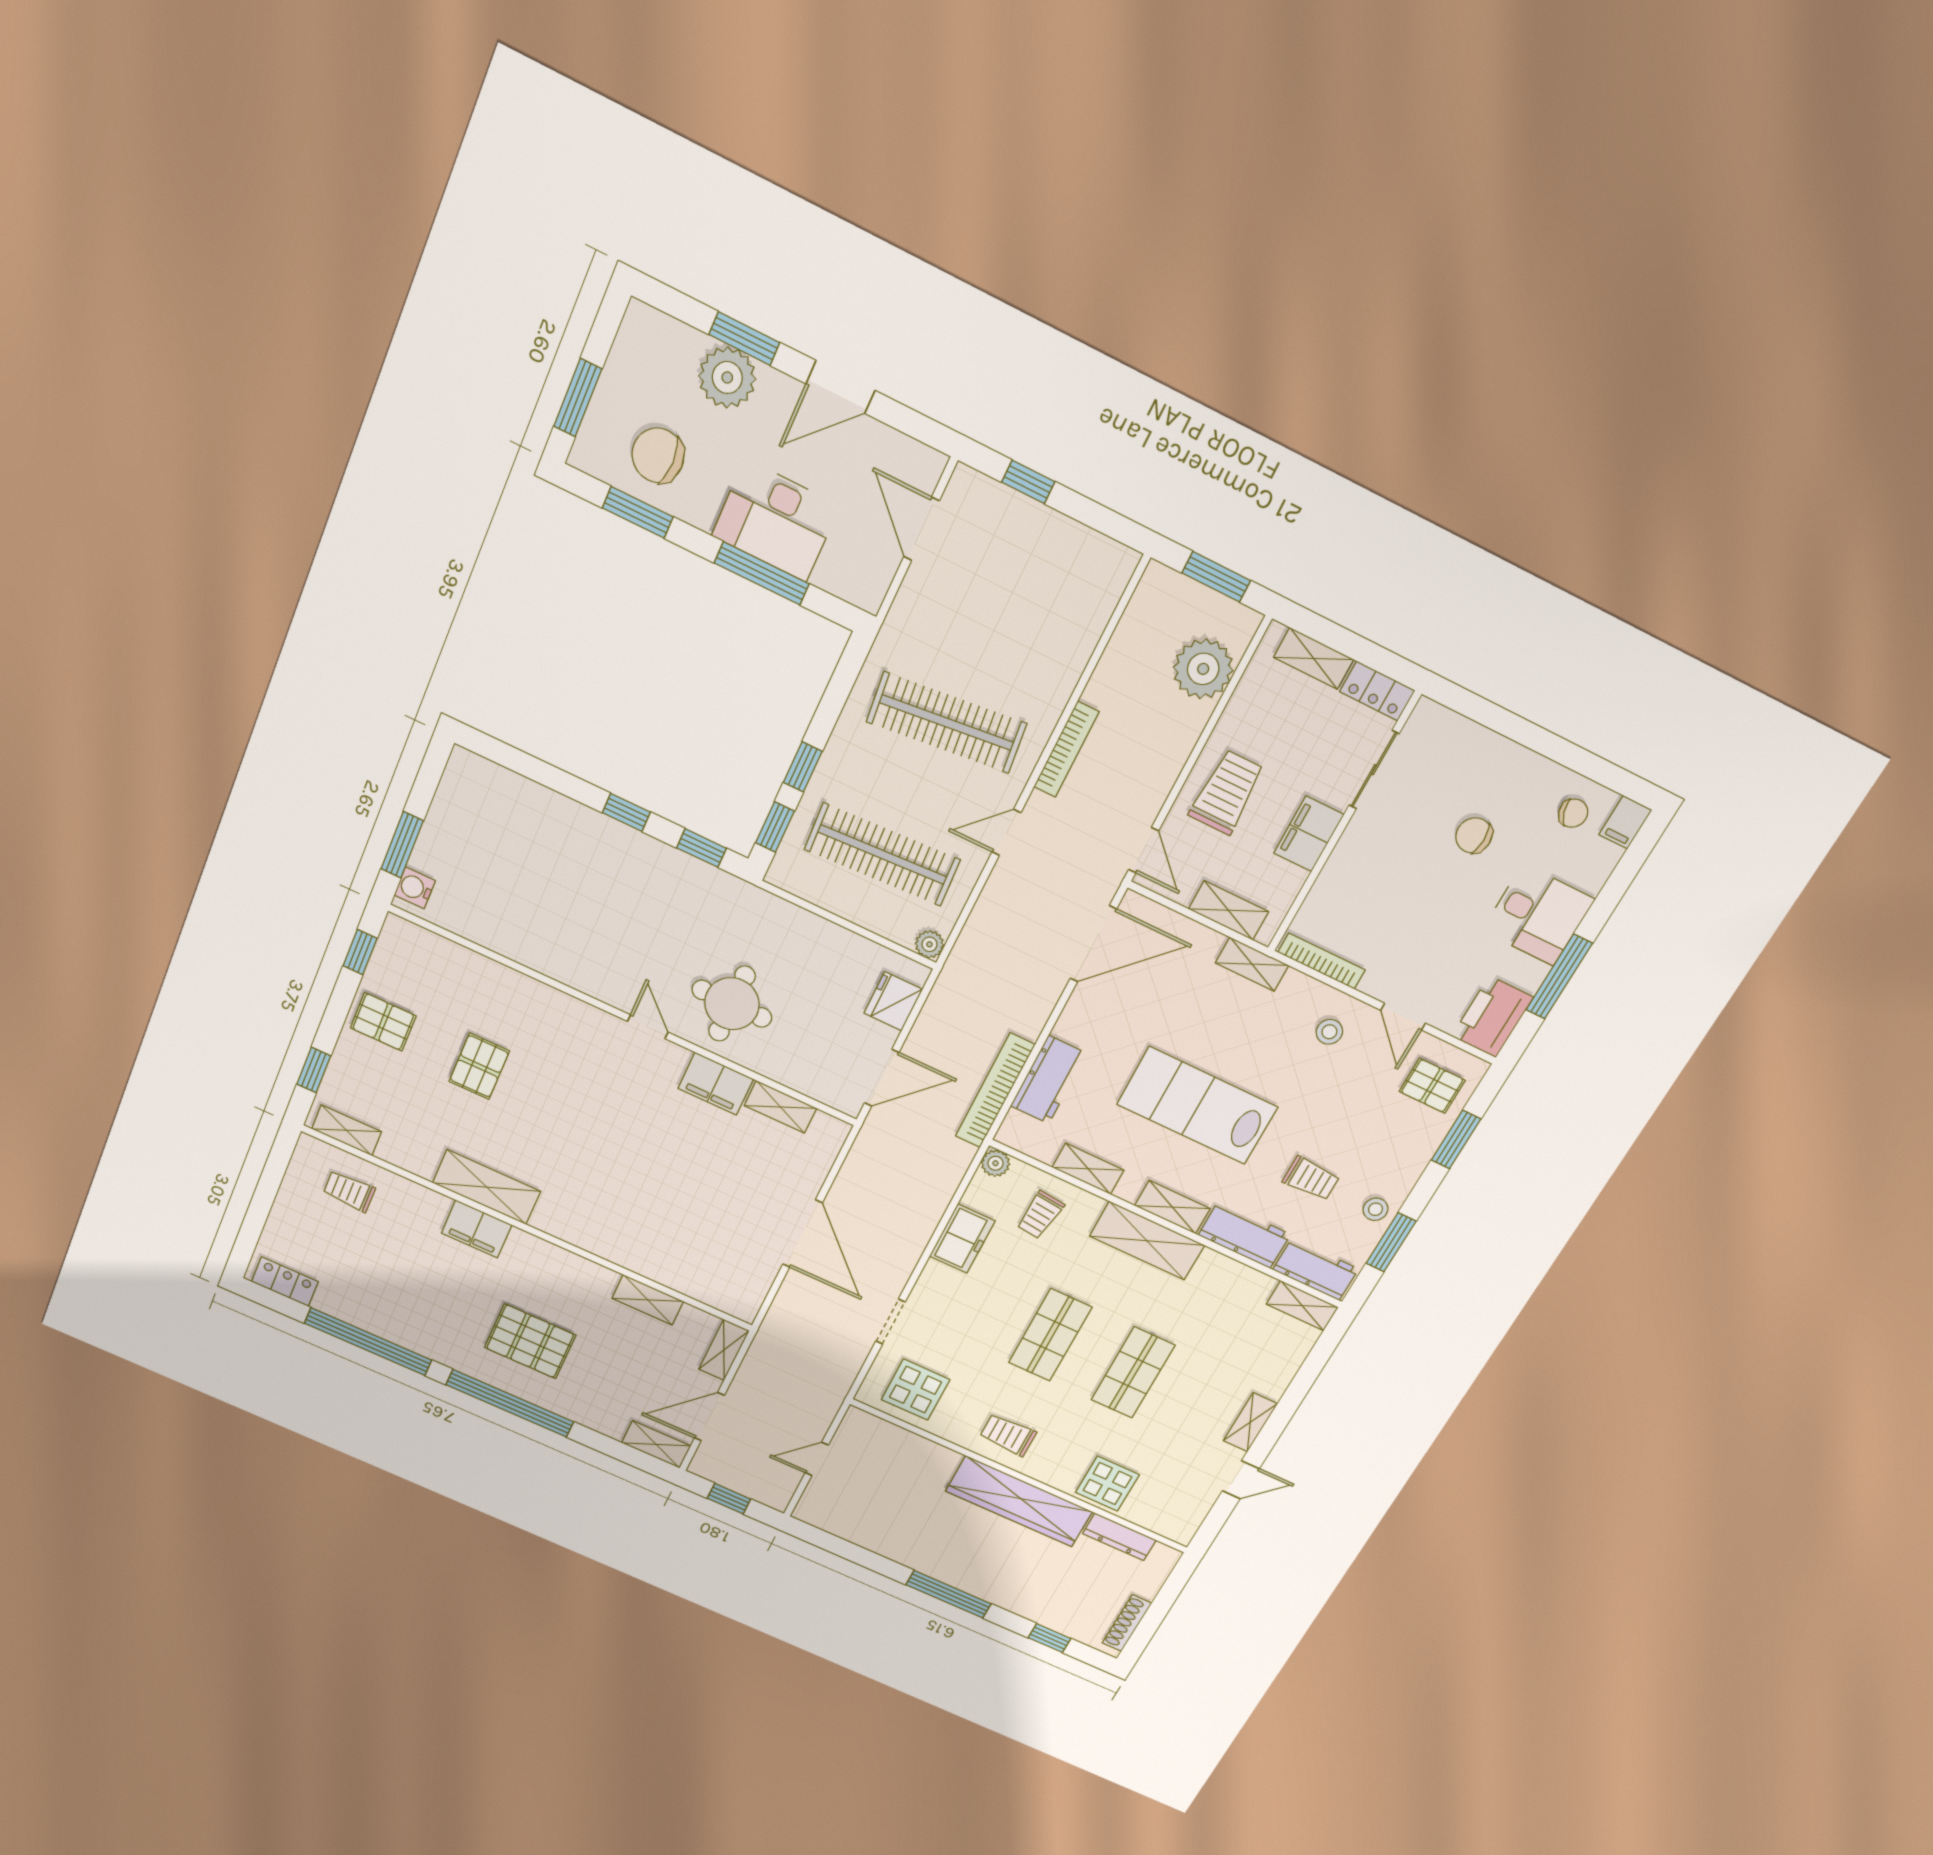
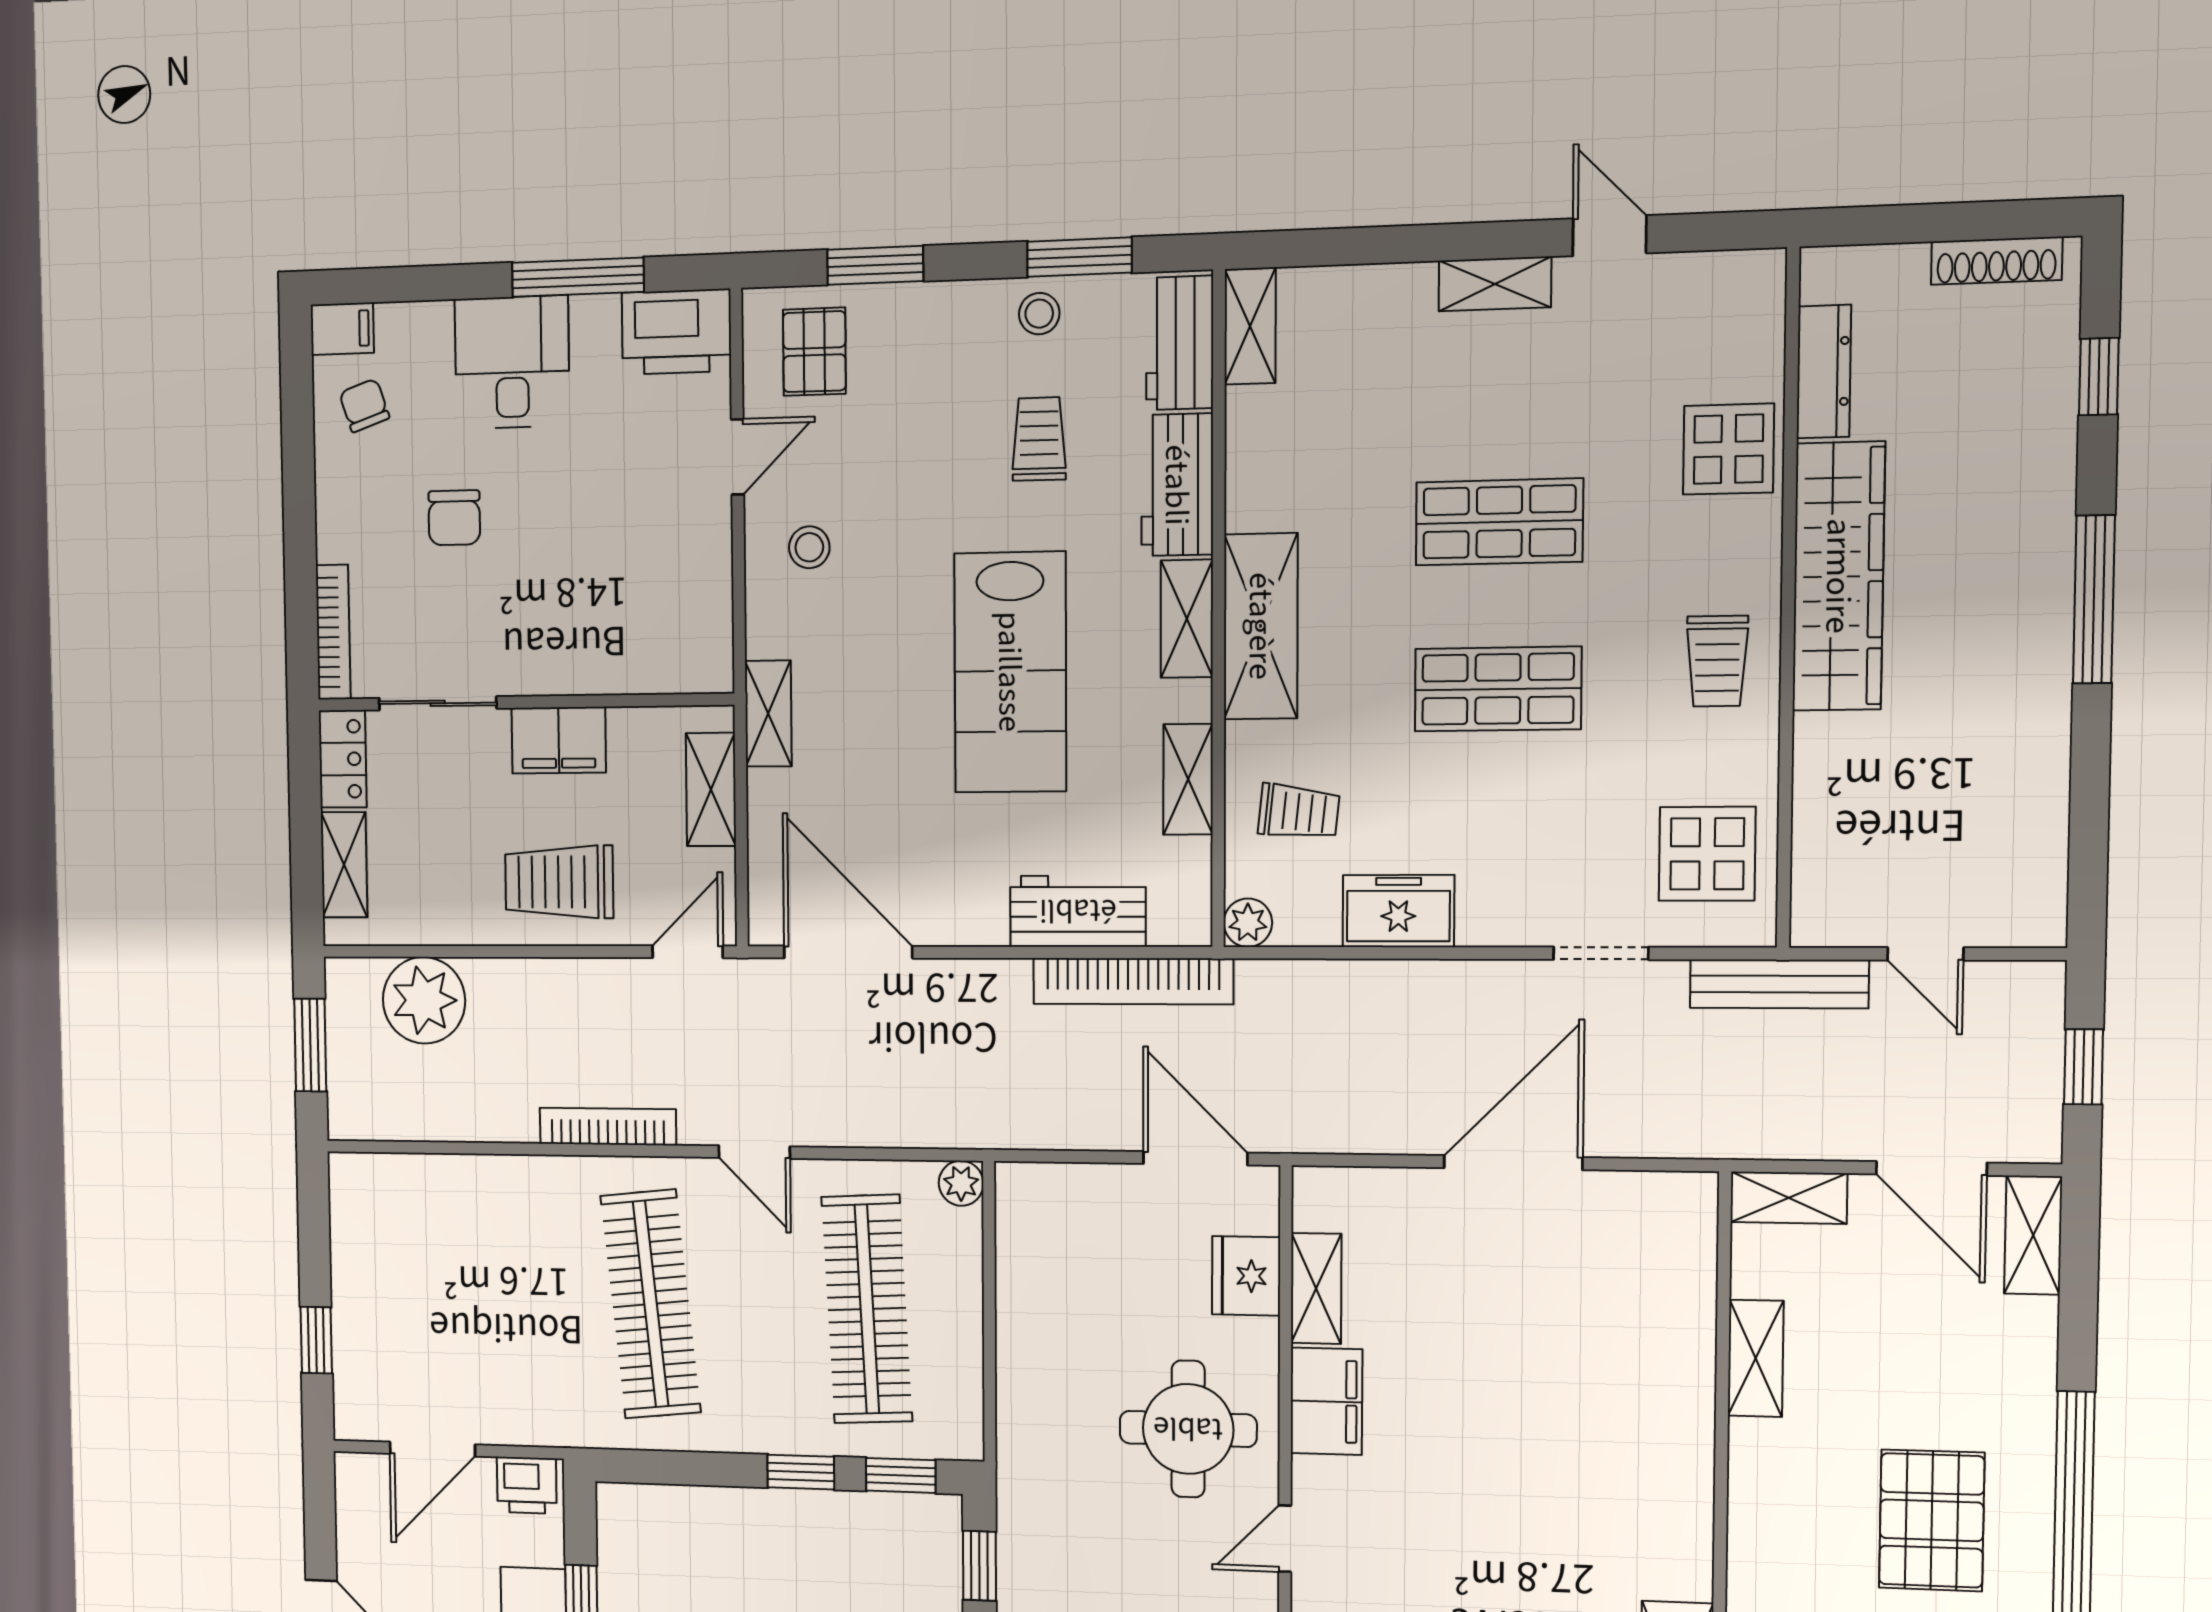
printer: (870, 583) -> (527, 1485), added
bookcase: (1322, 961) -> (333, 632), moved, turned 180
fridge: (893, 1001) -> (1246, 1276), moved, turned 90
bench: (834, 1392) -> (1779, 984), added

